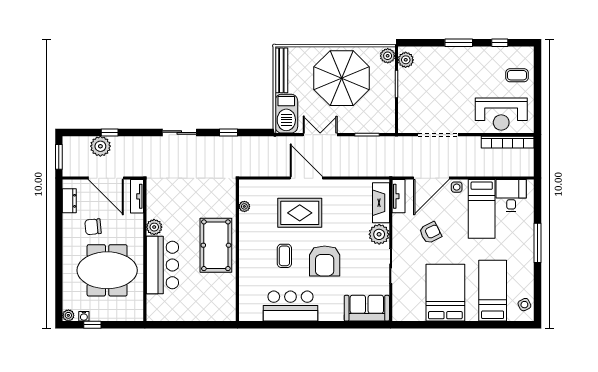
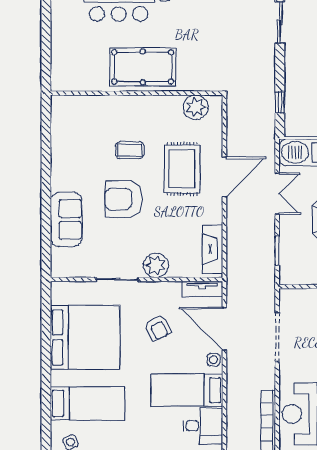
window: (229, 132) -> (280, 102), moved
fireplace: (381, 203) -> (213, 249), moved, turned -90
plant: (244, 206) -> (196, 107), width x1.88, depth x1.88
bed: (445, 293) -> (85, 337), width x1.36
bar counter: (290, 306) -> (69, 158), removed
sofa: (367, 308) -> (66, 219), moved

